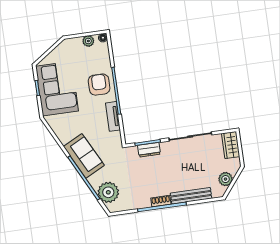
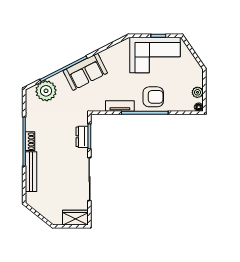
plant: (225, 179) -> (43, 208), removed

